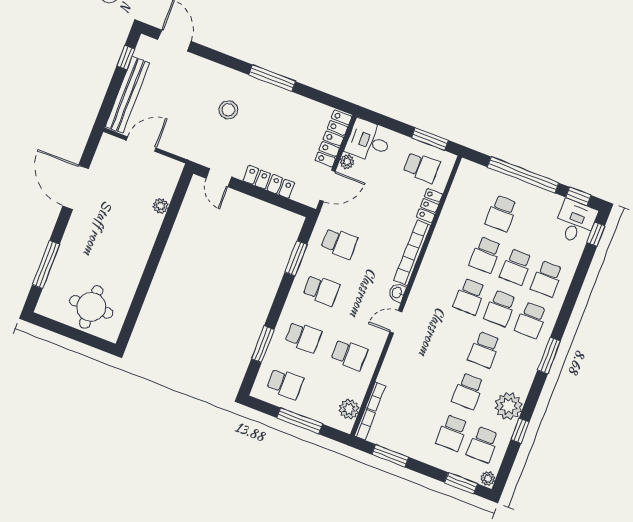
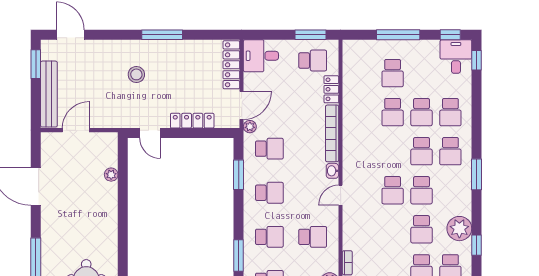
window: (126, 57) -> (36, 64), width x1.50
plant: (347, 162) -> (250, 127), moved
window: (523, 175) -> (398, 35), width x0.68
school desk: (469, 296) -> (393, 190), moved

